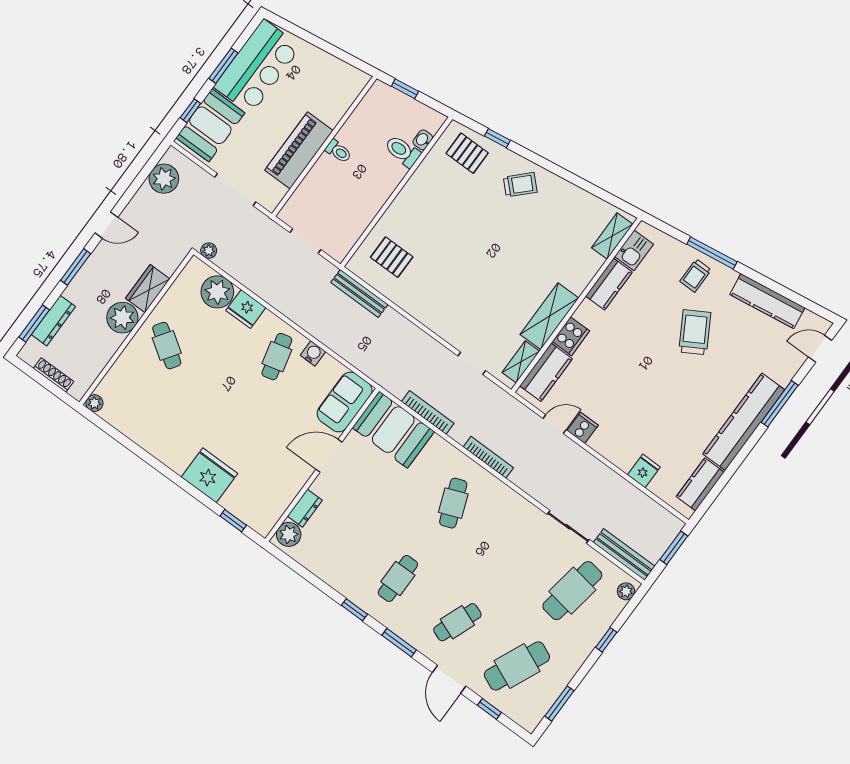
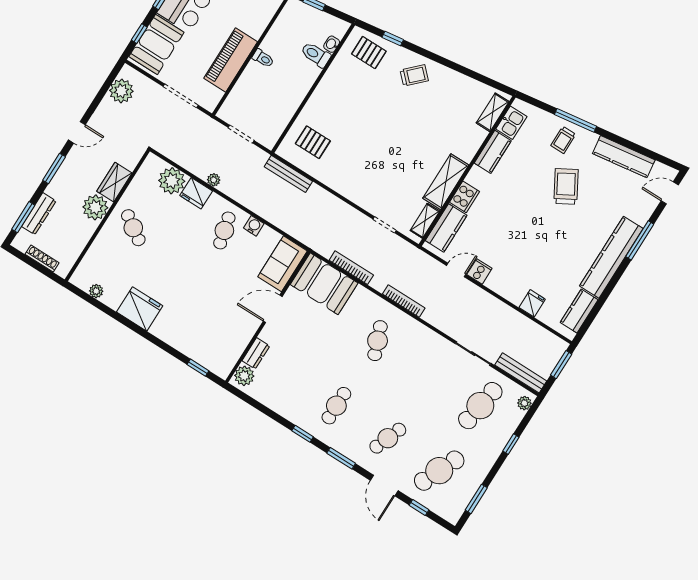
plant: (209, 251) -> (214, 180), moved
plant: (94, 403) -> (96, 291), moved
fridge: (209, 475) -> (140, 309), moved

